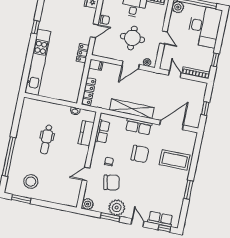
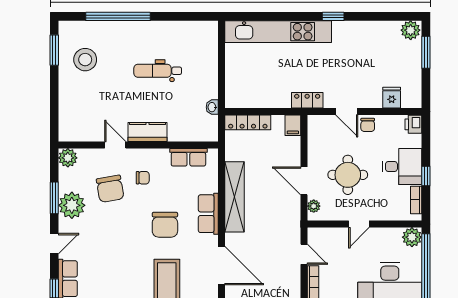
door: (175, 74) -> (304, 254), hinge flipped
kitchen counter: (86, 133) -> (147, 132), moved

